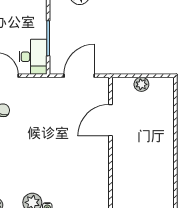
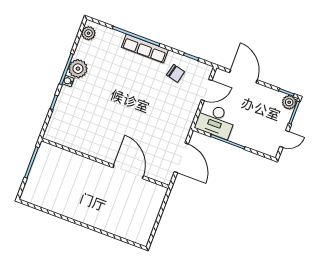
plant: (141, 84) -> (151, 214), removed

